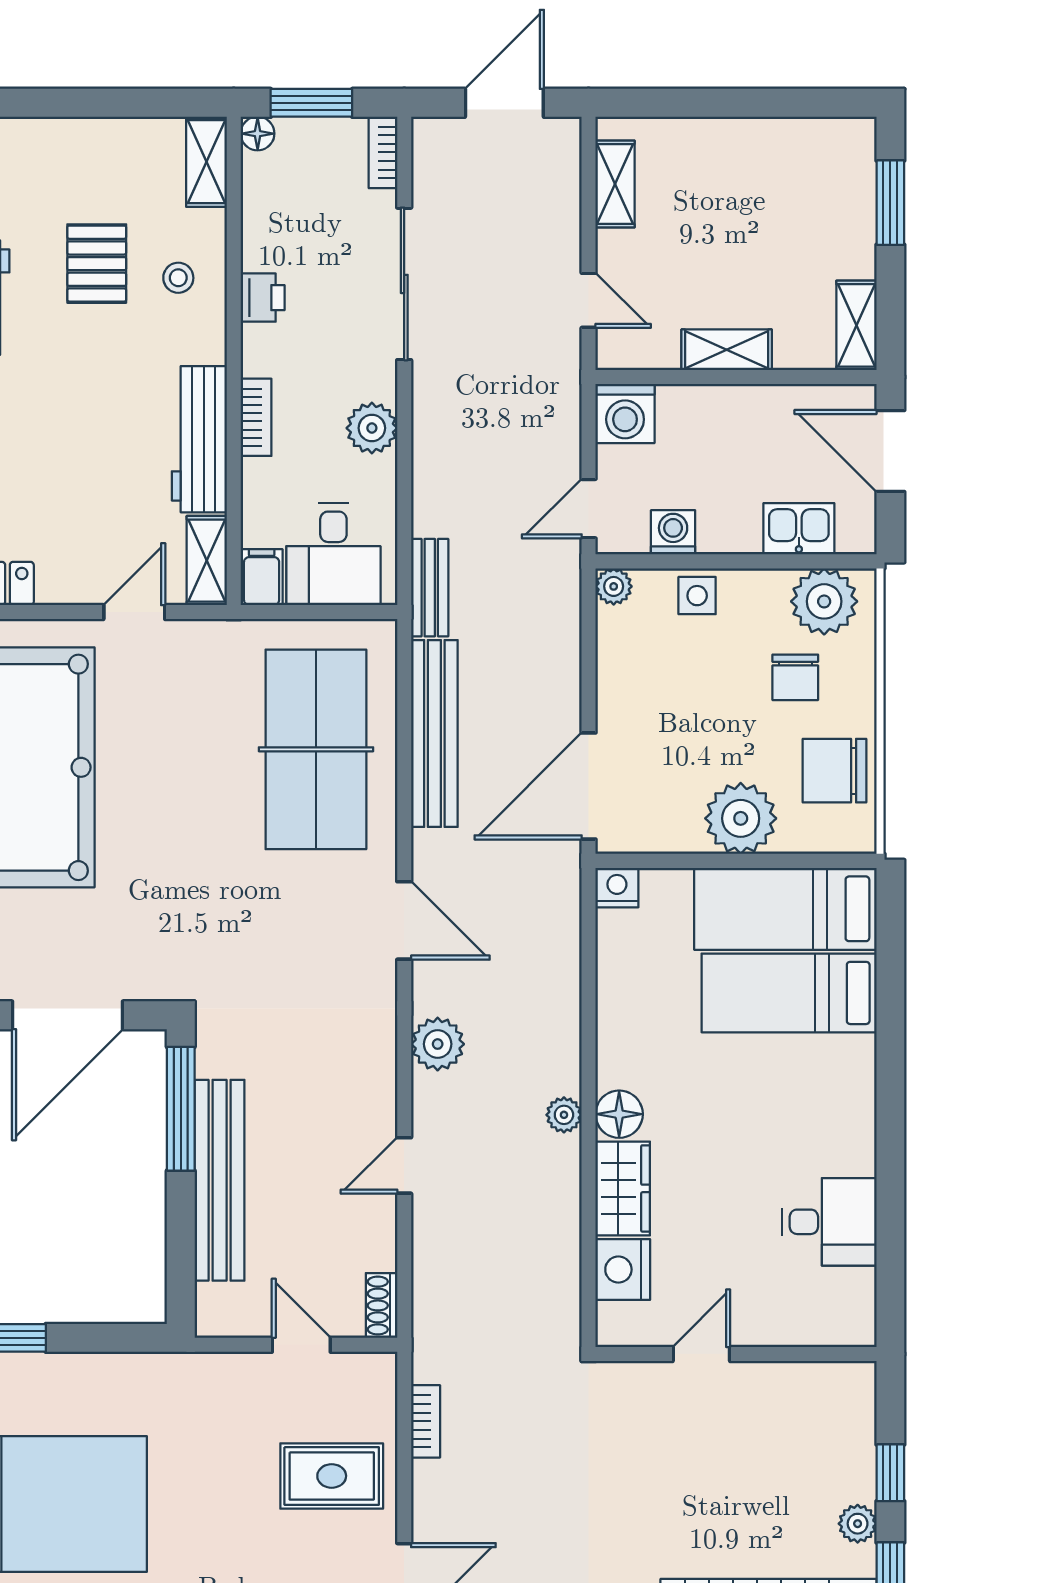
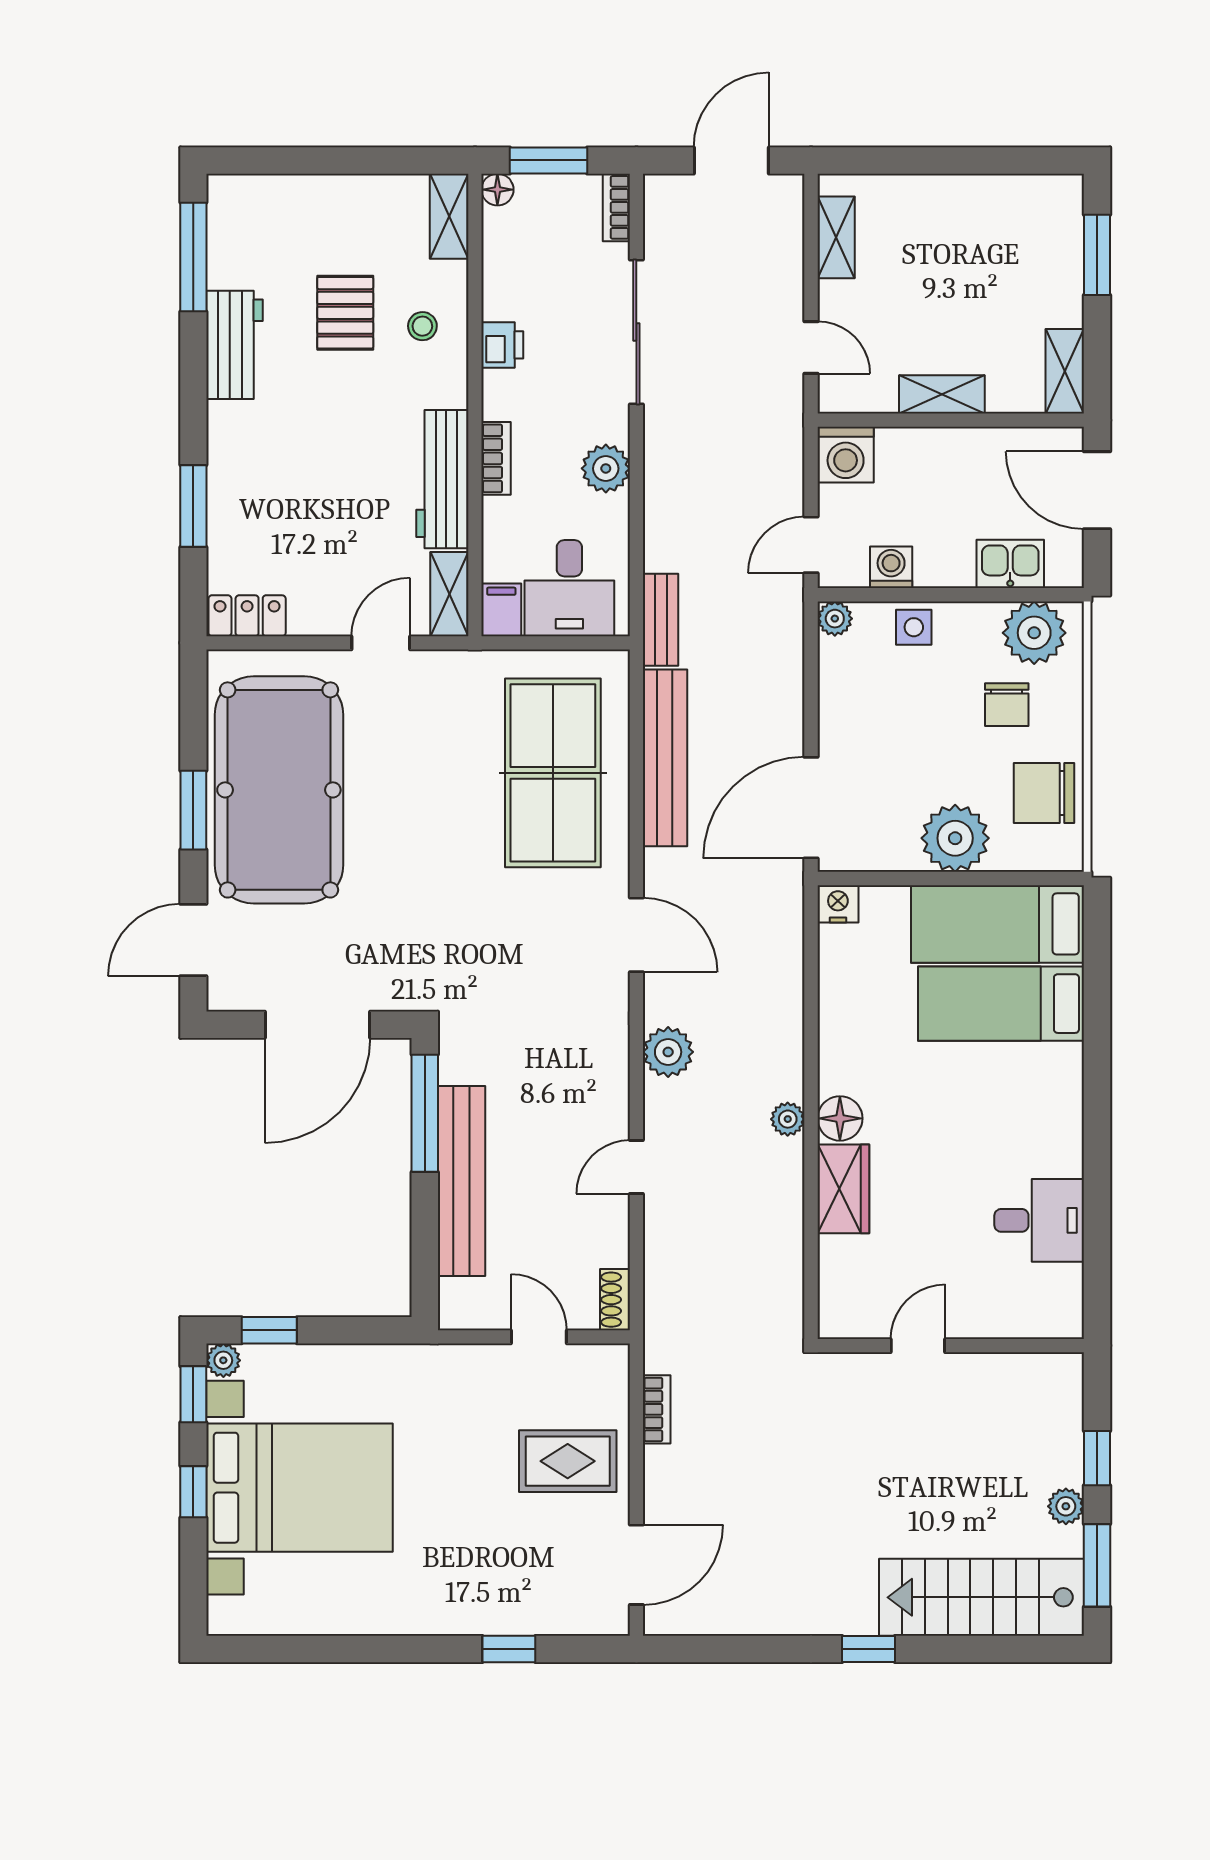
nightstand: (623, 1270) -> (843, 1266), removed

